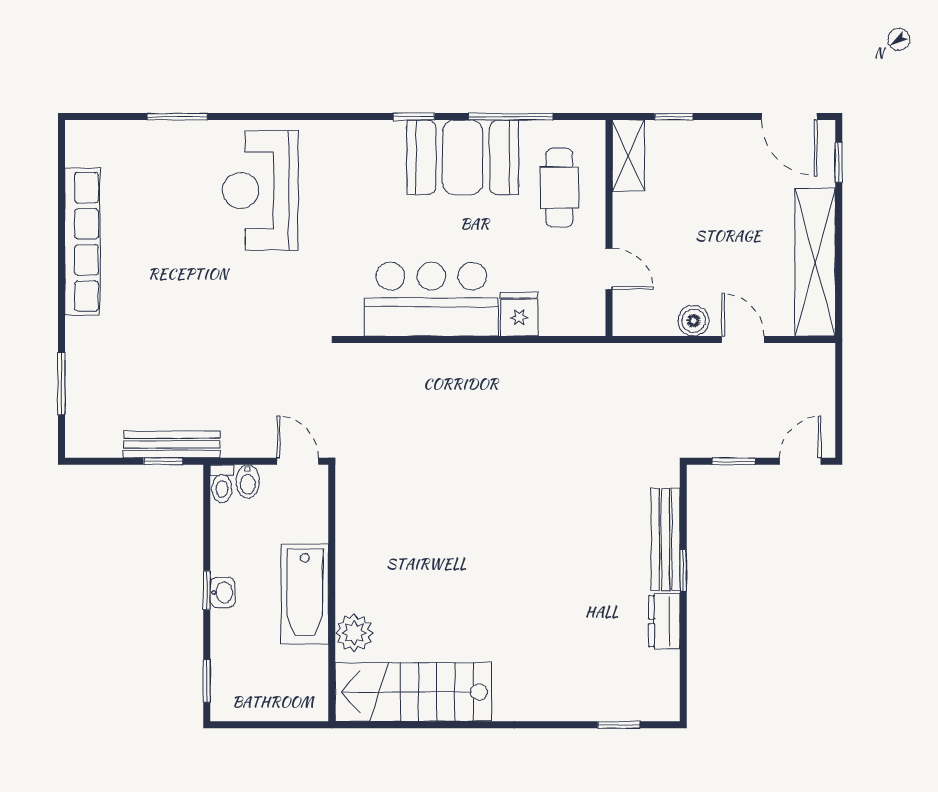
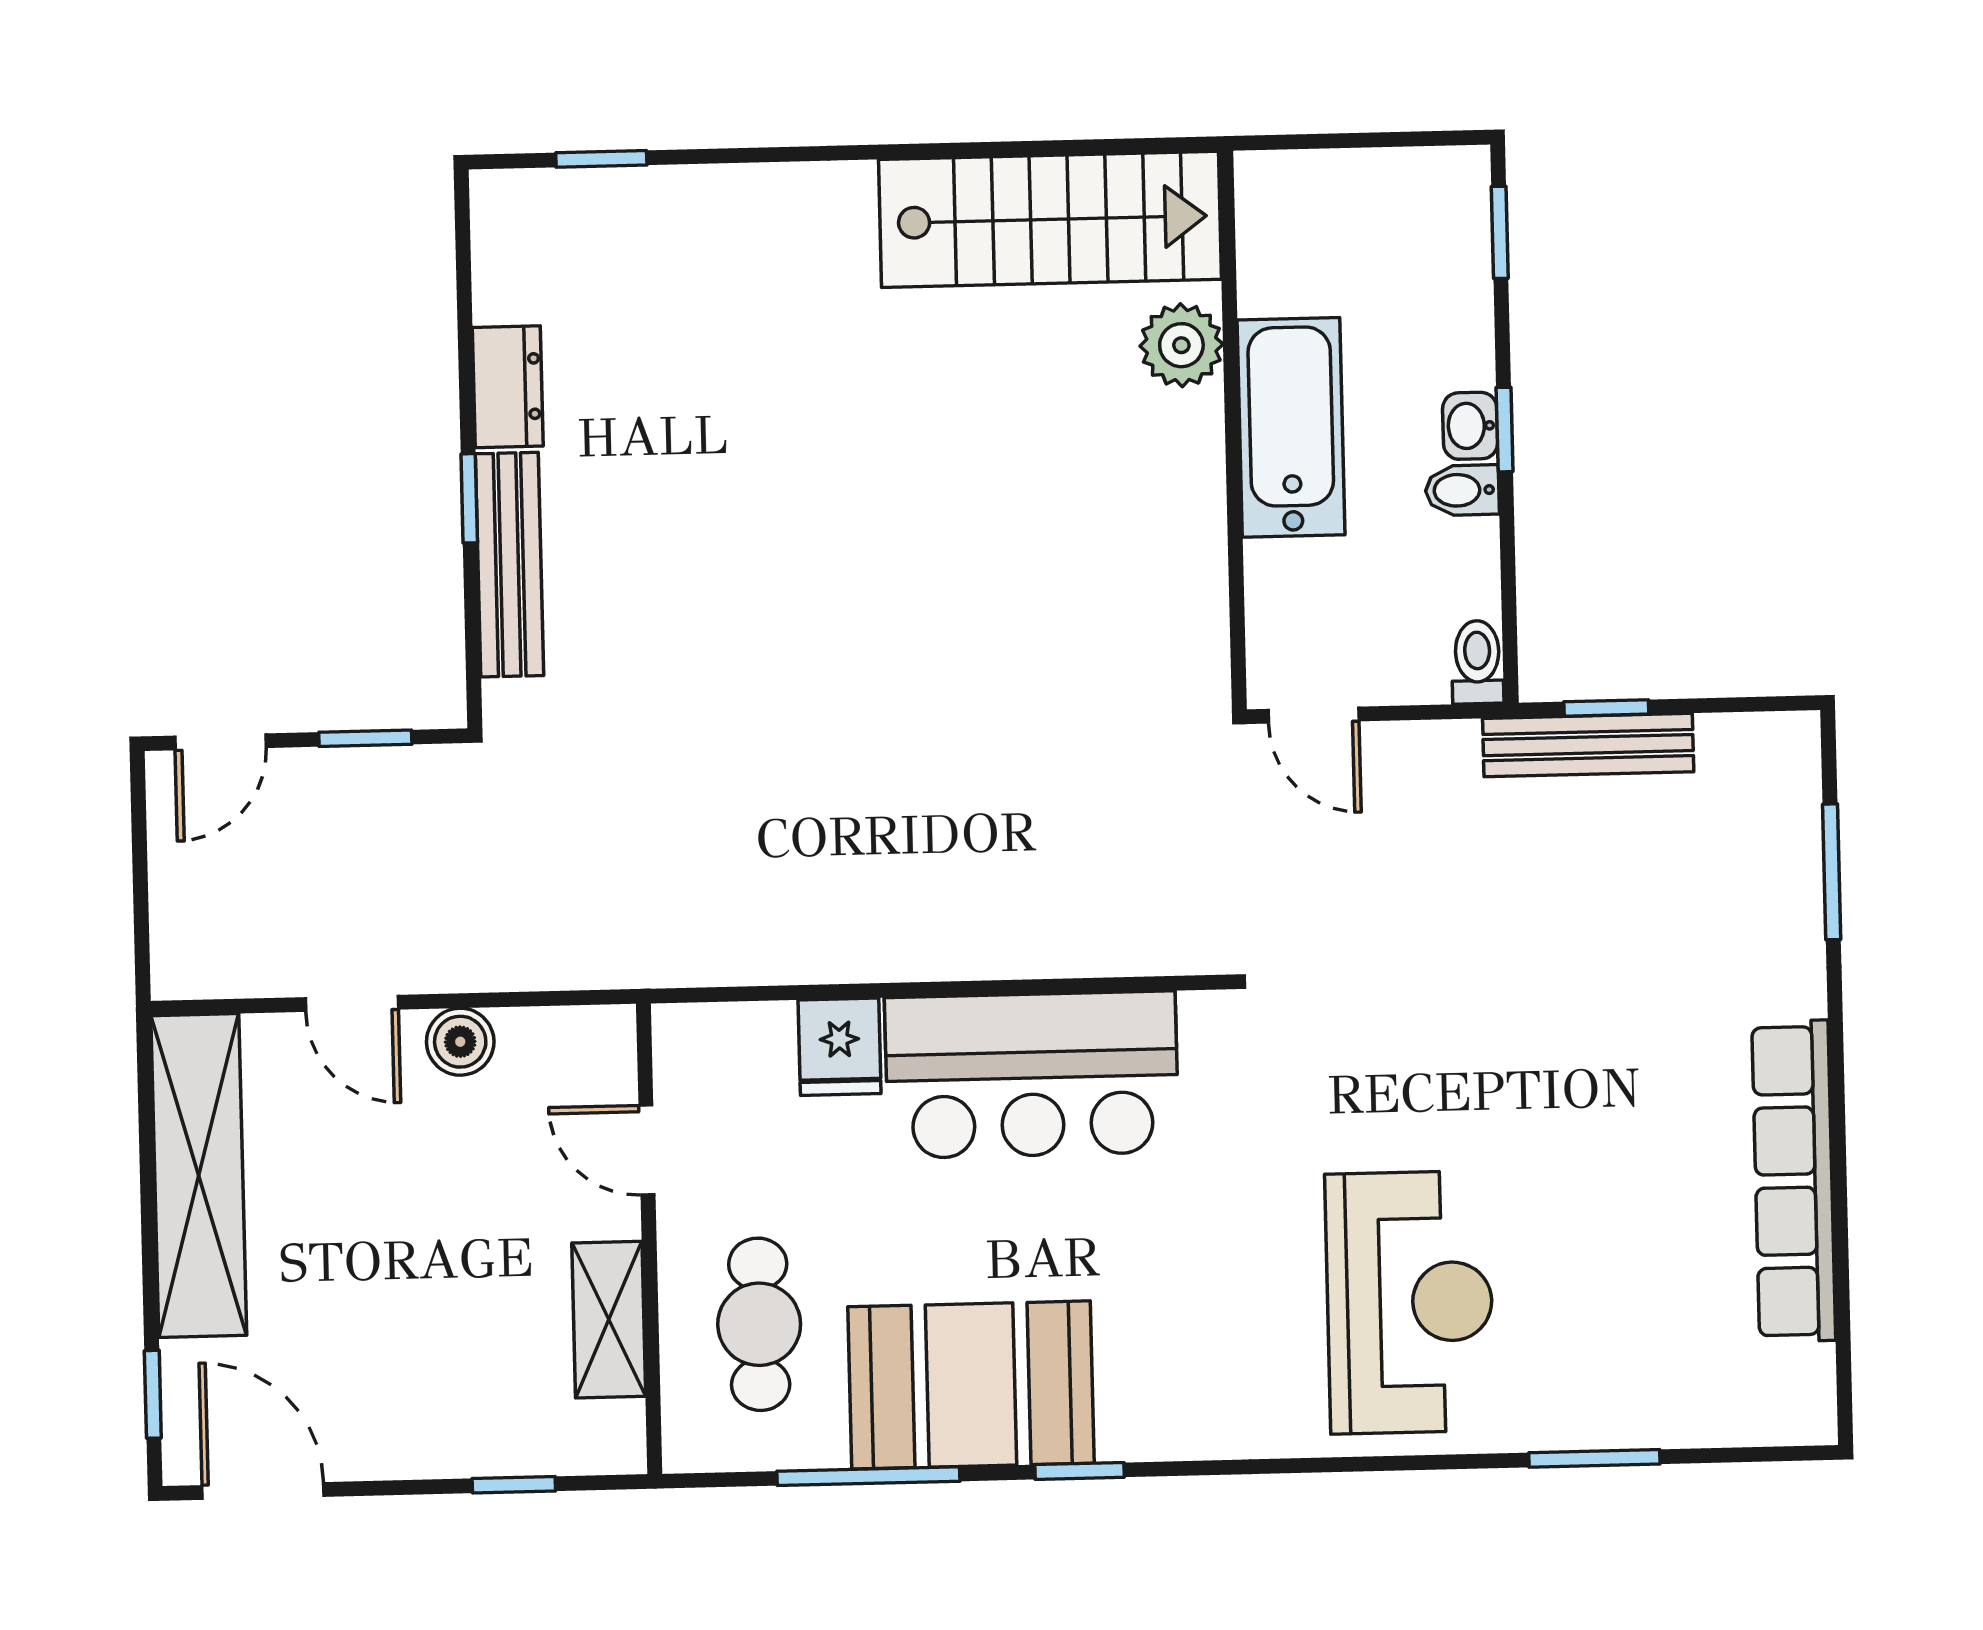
shelving: (628, 156) -> (609, 1320), moved
bidet: (248, 481) -> (1462, 490), moved, turned -90

